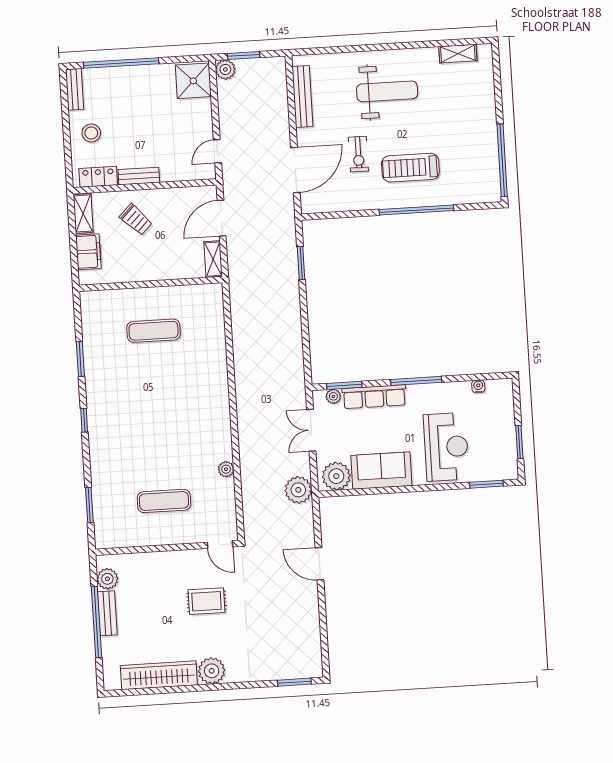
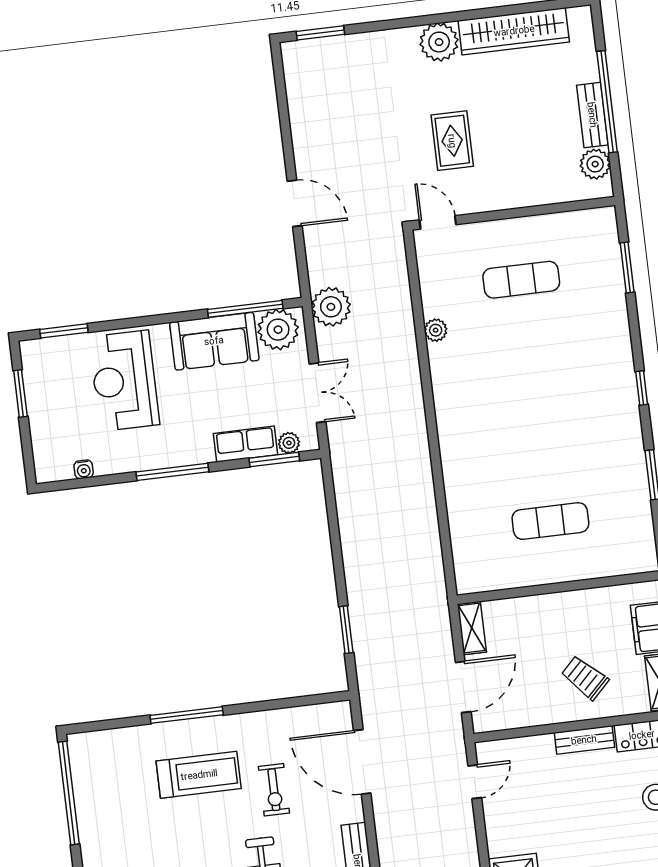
exercise bike: (358, 154) -> (274, 790), turned 180
door: (295, 170) -> (362, 762), hinge flipped
window: (416, 210) -> (187, 715), width x0.68
row of seats: (374, 397) -> (245, 444), width x0.68
window: (358, 492) -> (245, 309), added
rug: (207, 601) -> (452, 141), turned 90

